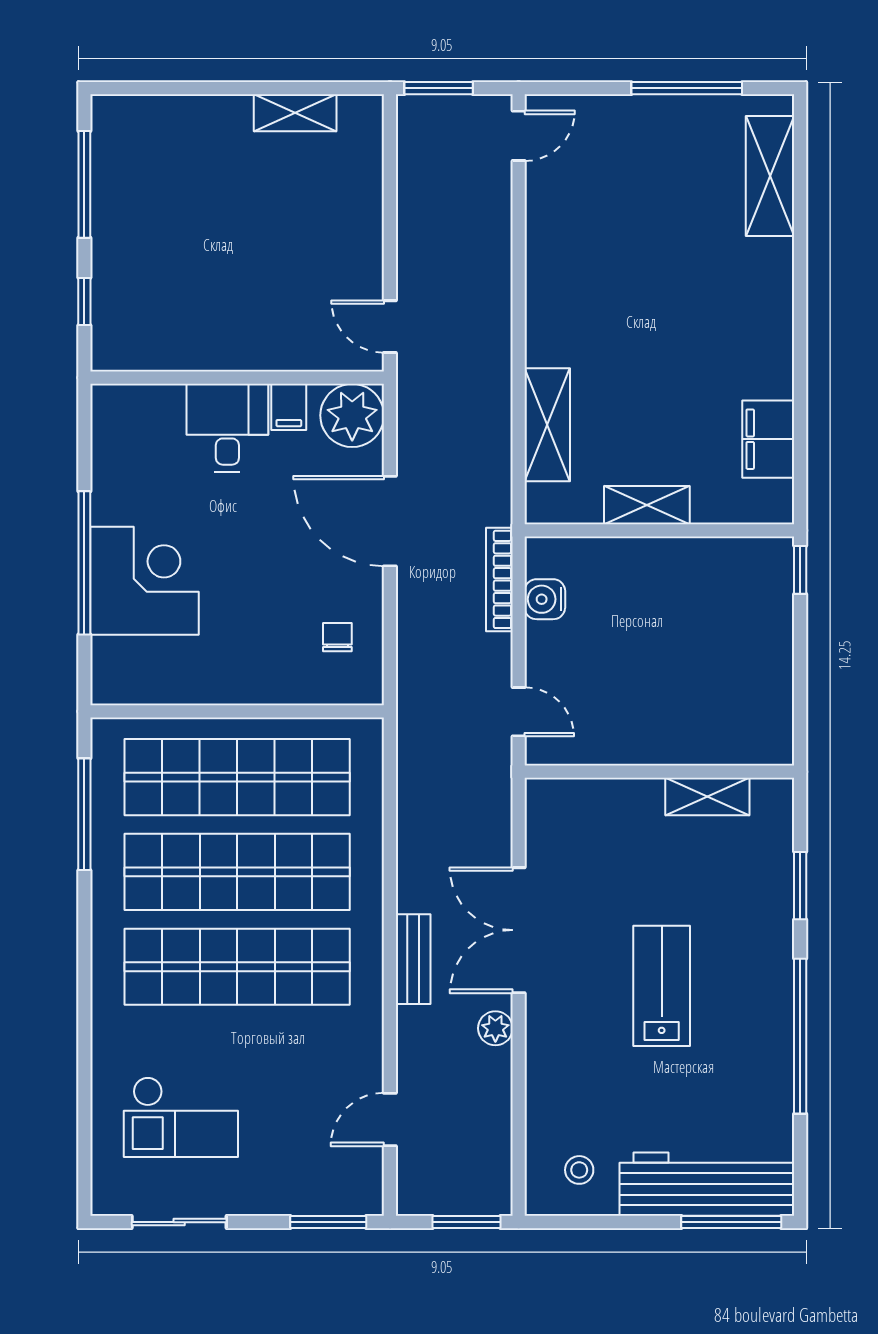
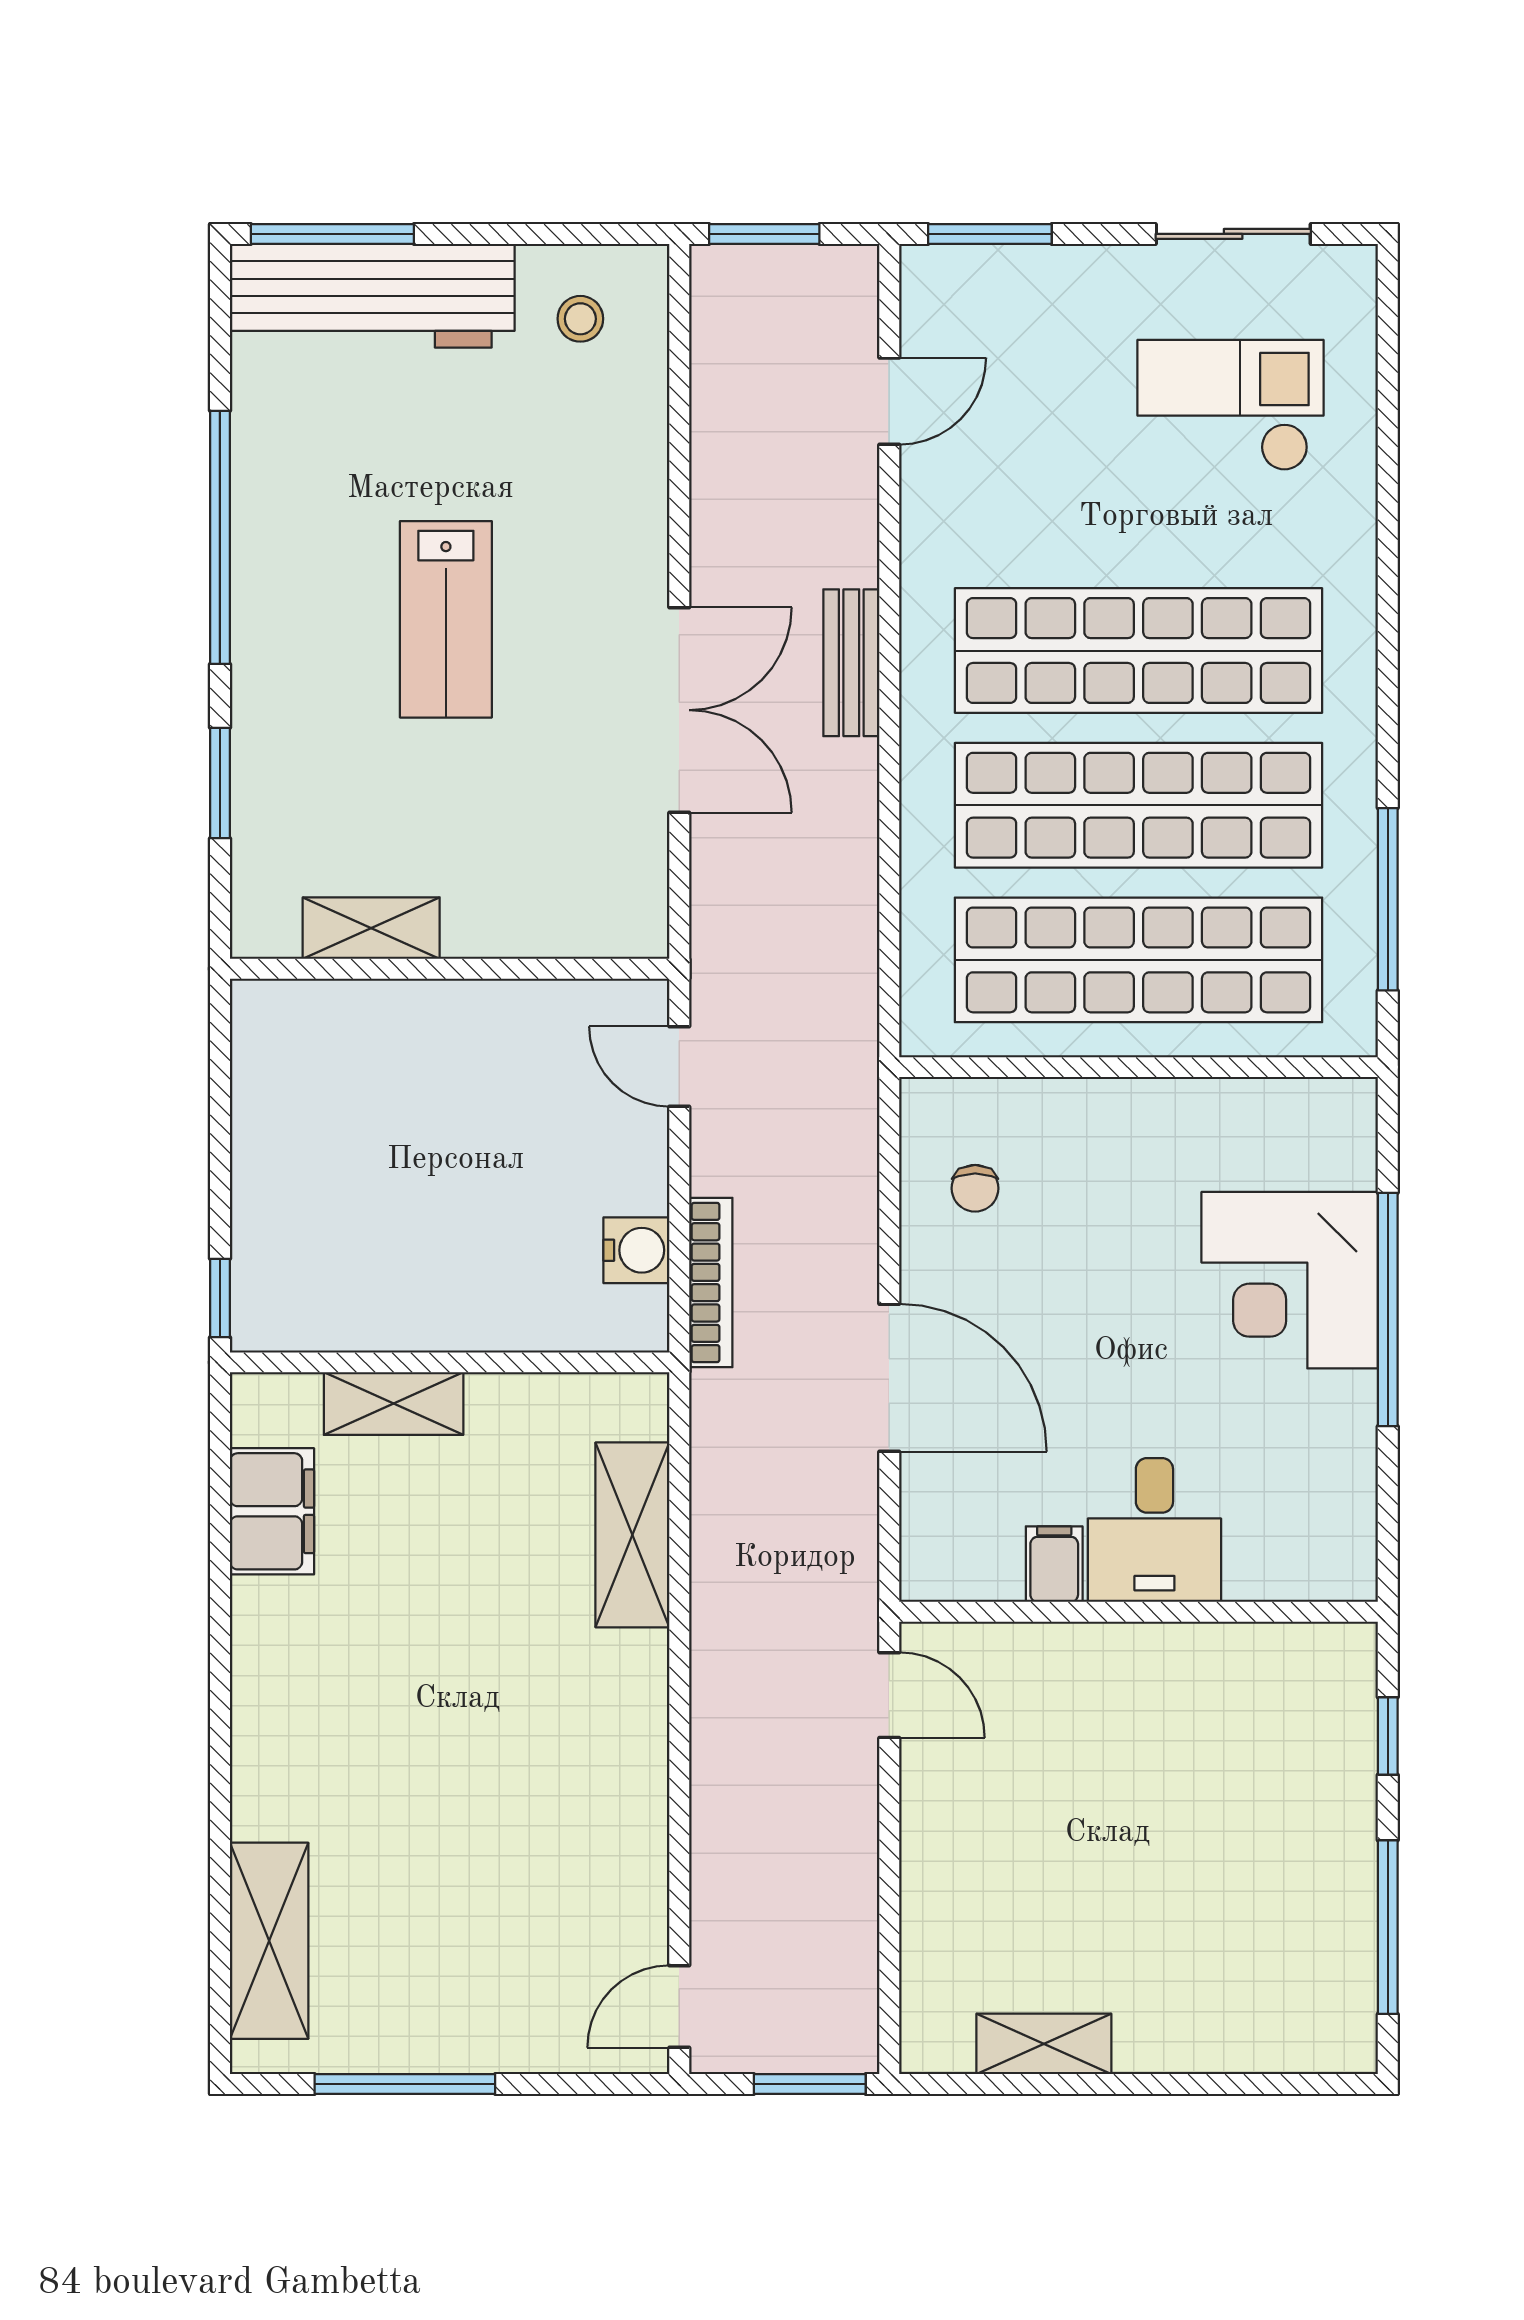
plant: (352, 415) -> (951, 1550), removed
shelving: (647, 505) -> (394, 1404), moved
plant: (495, 1028) -> (717, 550), removed

